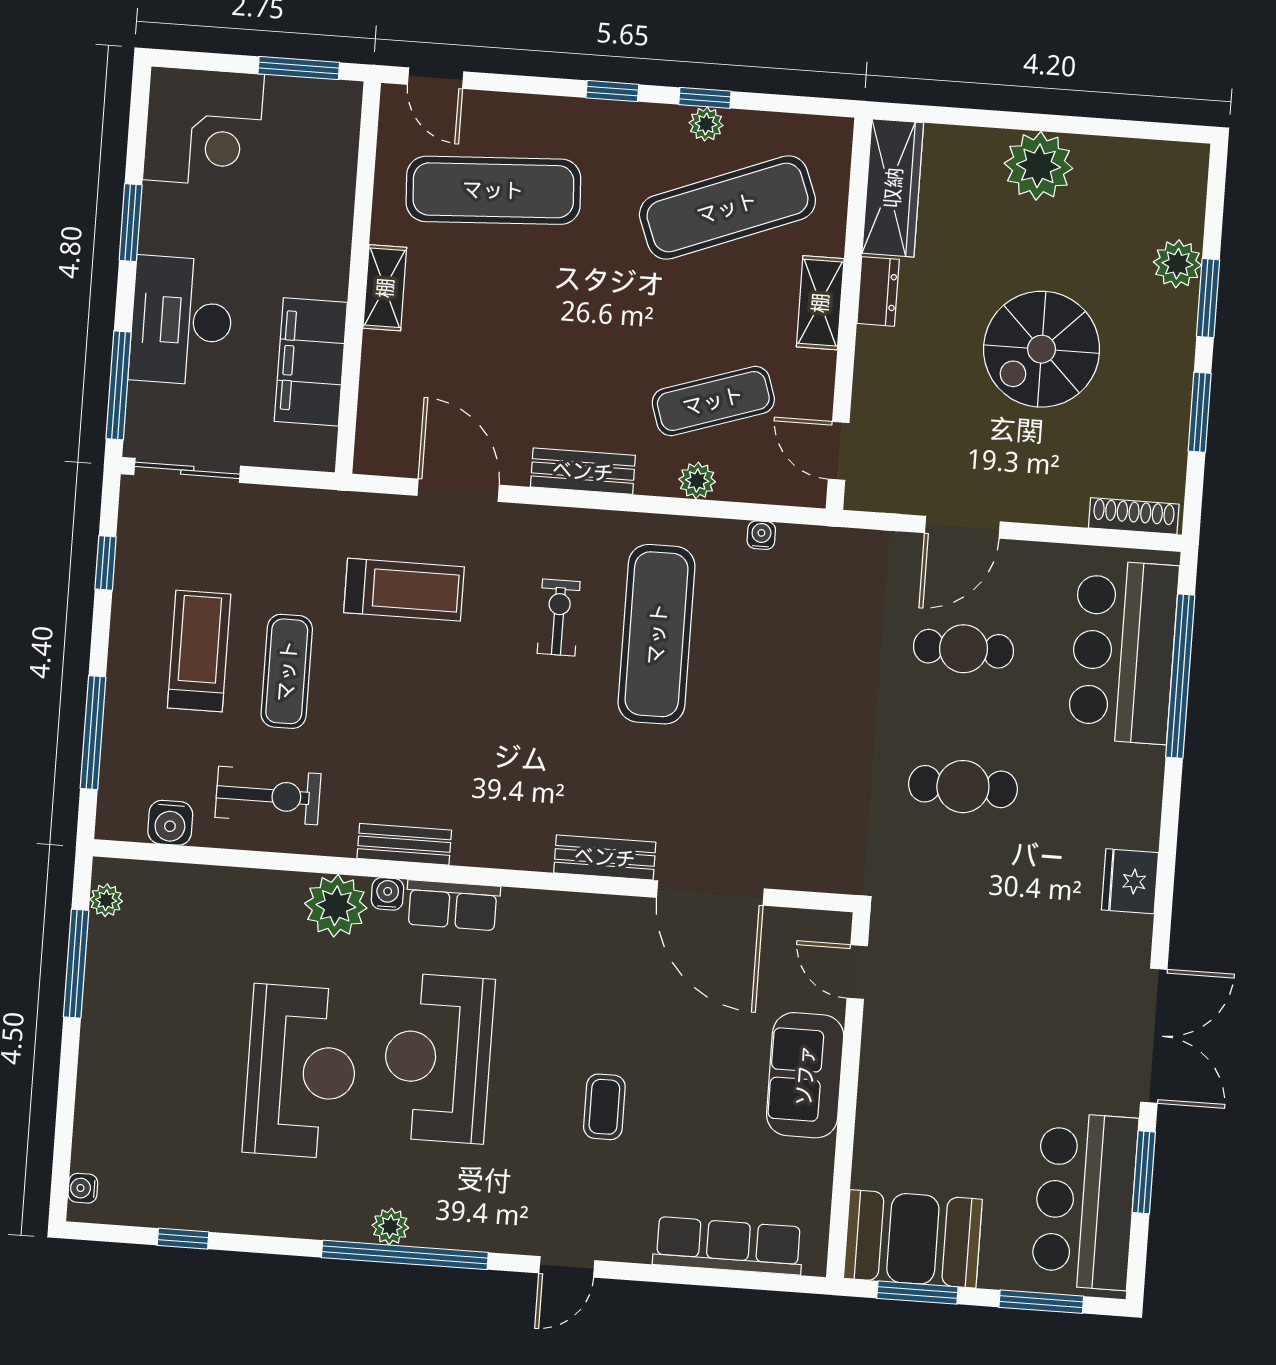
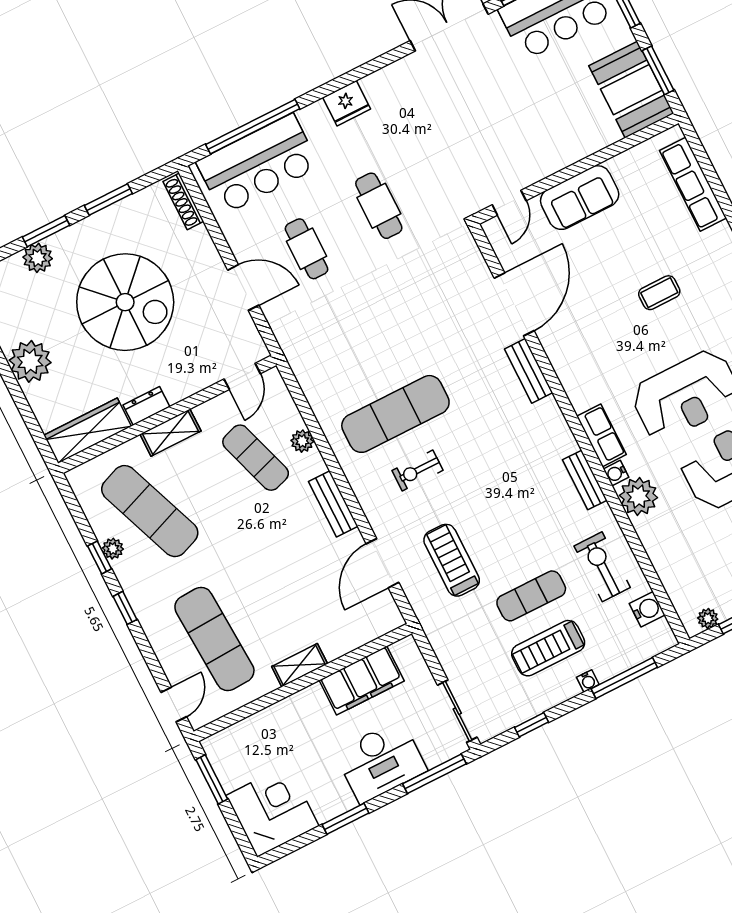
spiral stairs: (1042, 349) -> (125, 302), width x1.37, depth x1.37
water cooler: (761, 535) -> (588, 681), moved, turned -90
fridge: (1130, 881) -> (347, 103), moved

